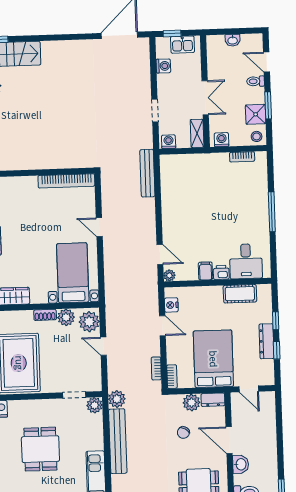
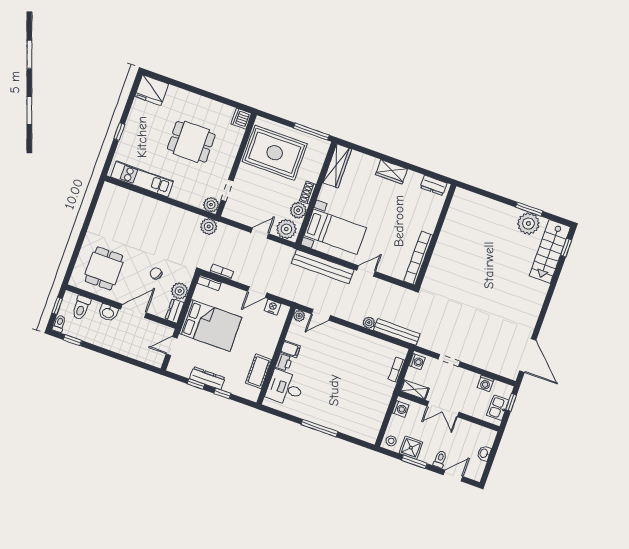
bookcase: (242, 157) -> (396, 370), moved
plant: (149, 204) -> (369, 323), added
bench: (118, 441) -> (323, 267), moved

